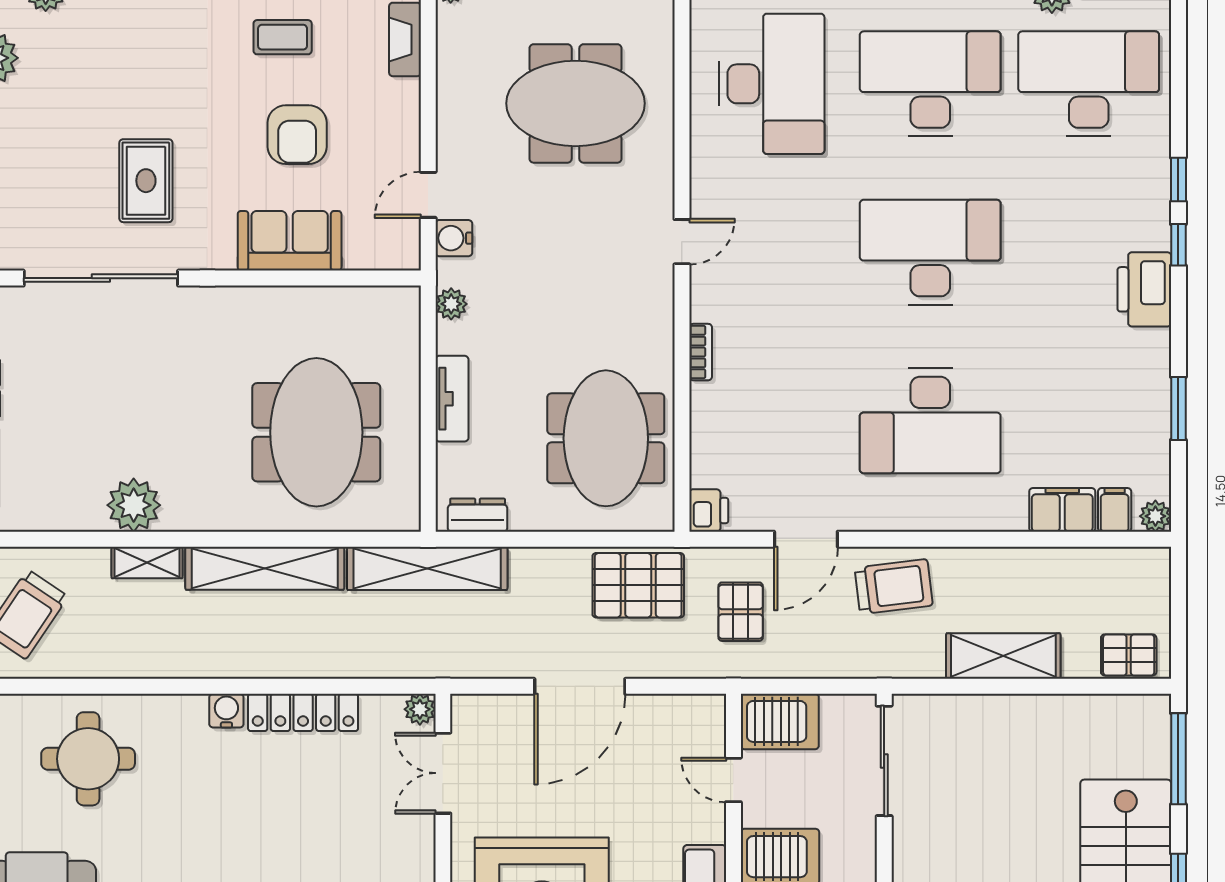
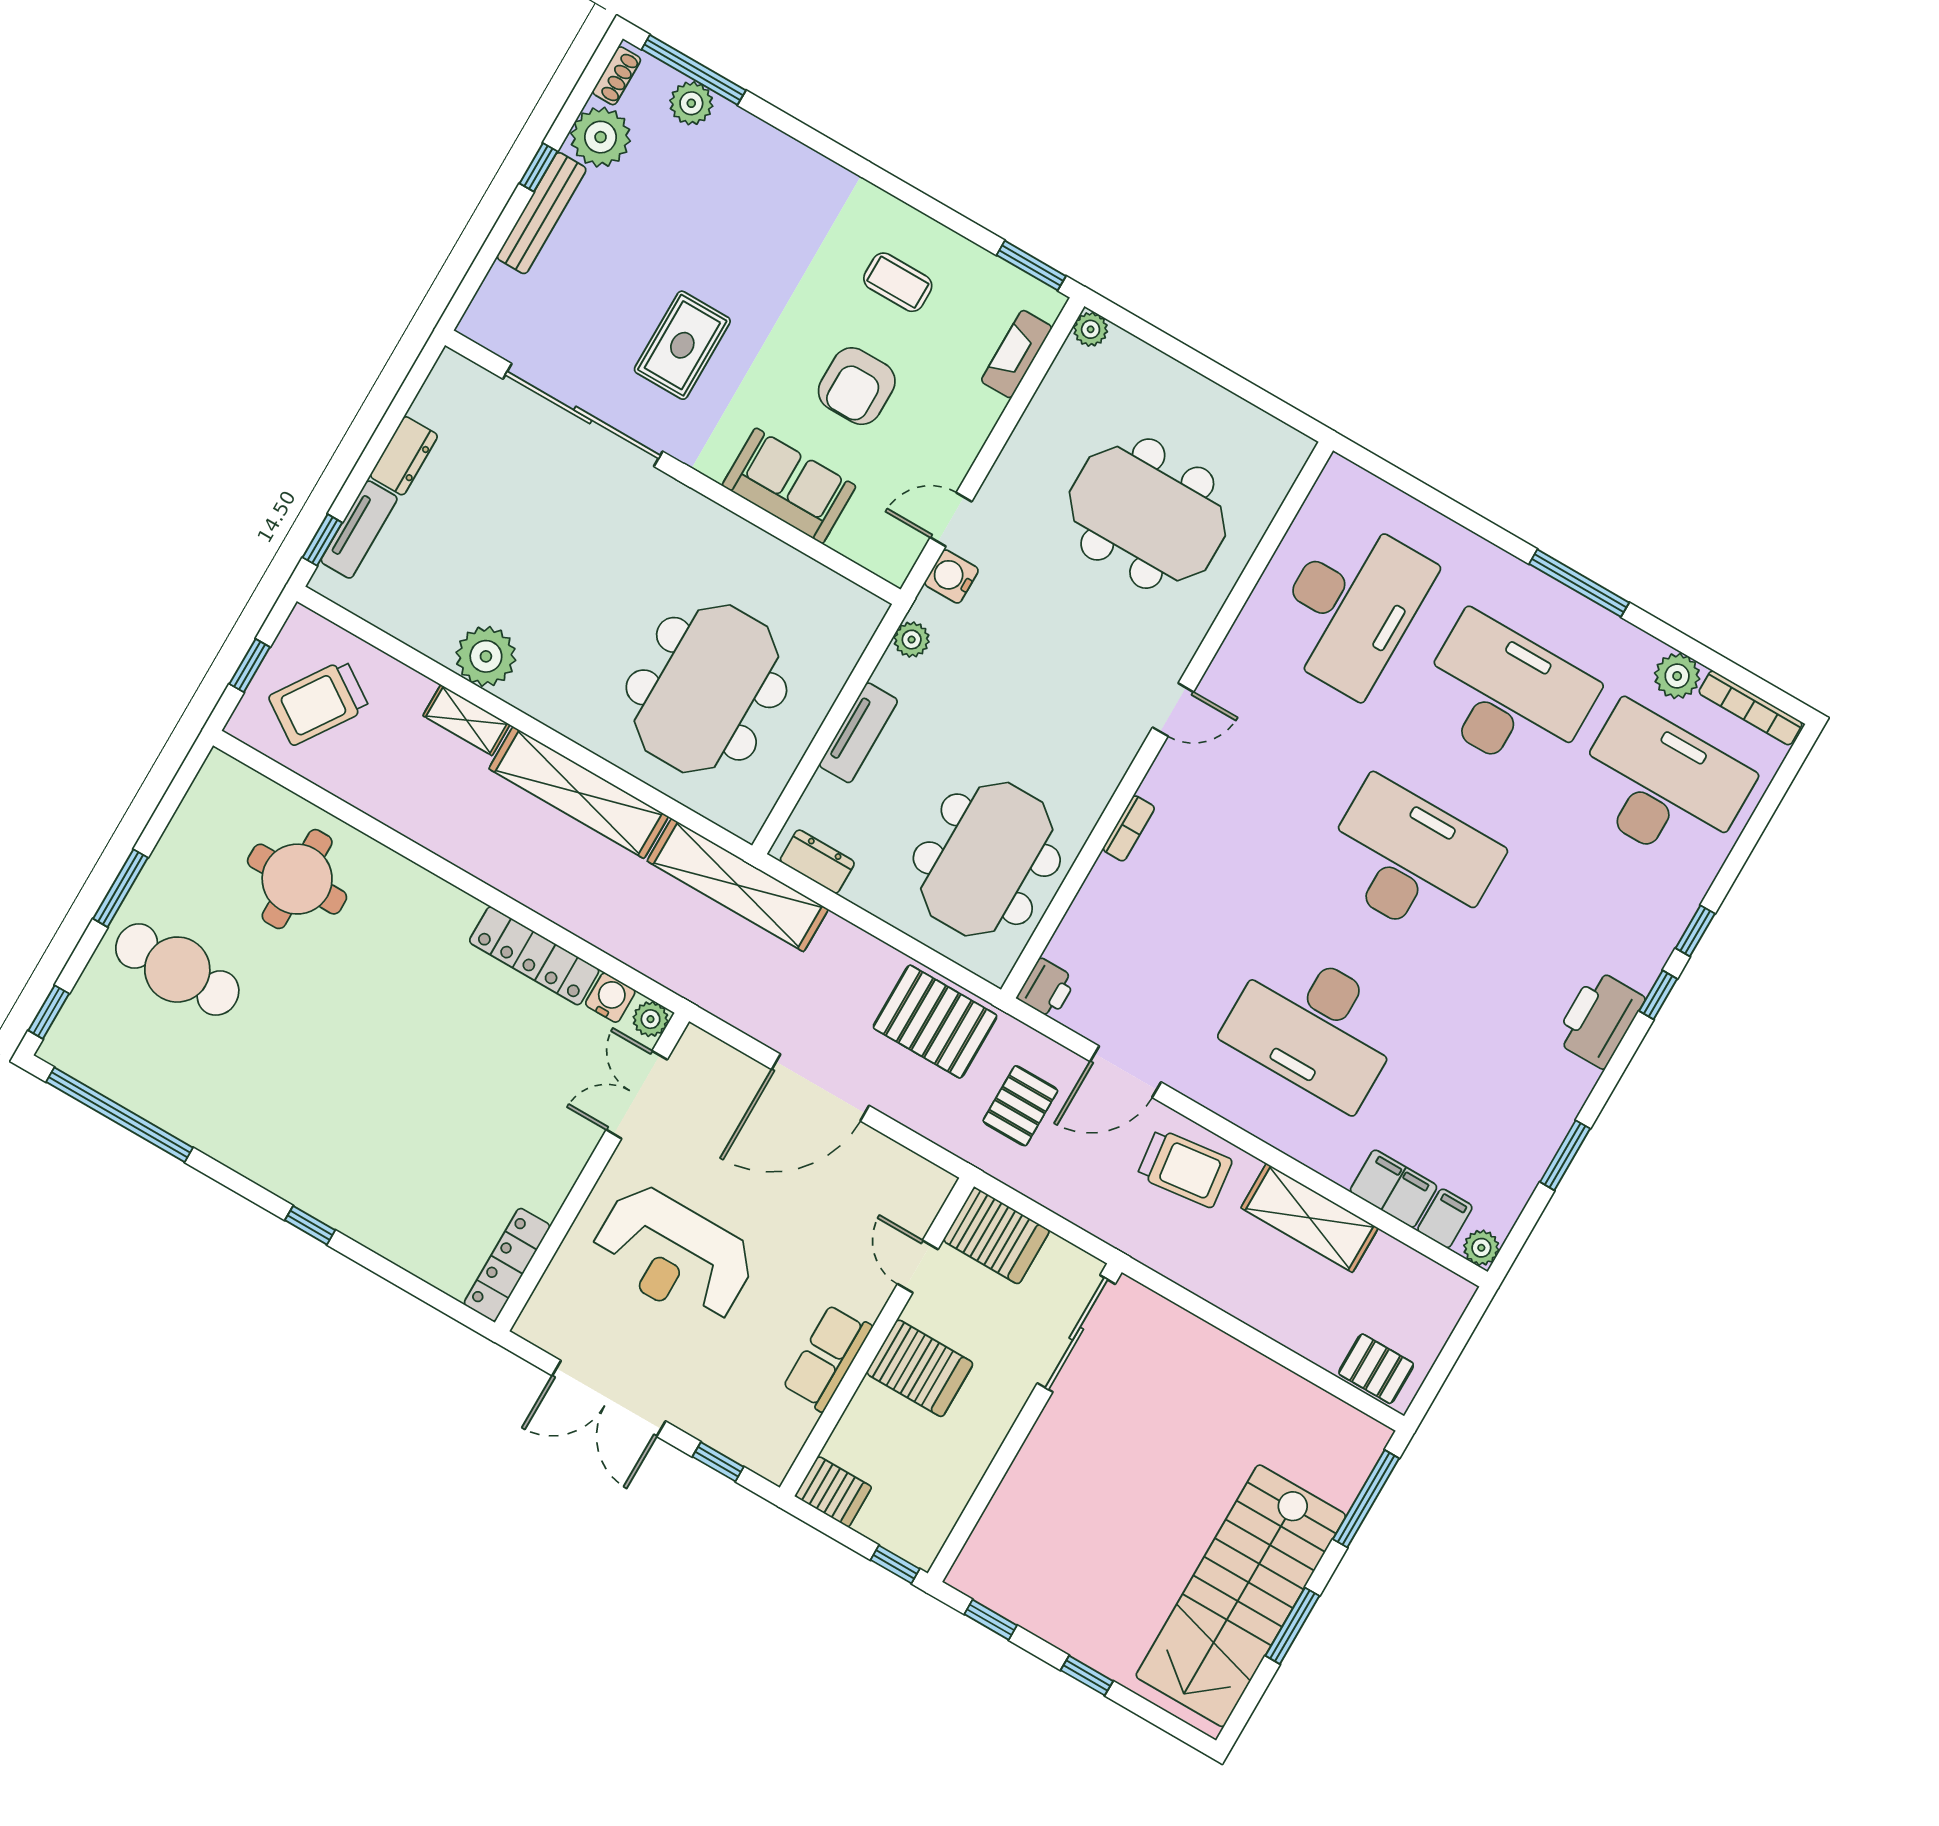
shelving: (1003, 656) -> (1310, 1218), moved
water cooler: (226, 711) -> (610, 998), moved

